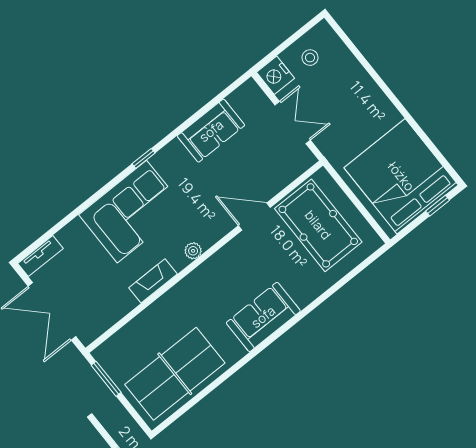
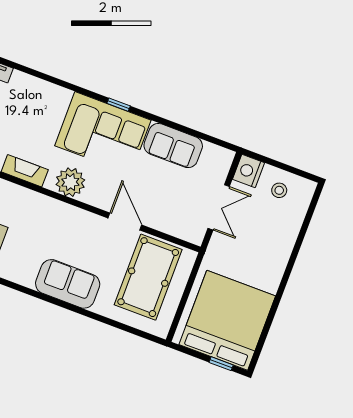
corner sofa: (132, 212) -> (103, 133), moved
plant: (193, 251) -> (70, 182), width x1.88, depth x1.88
sofa: (263, 317) -> (68, 284), moved

